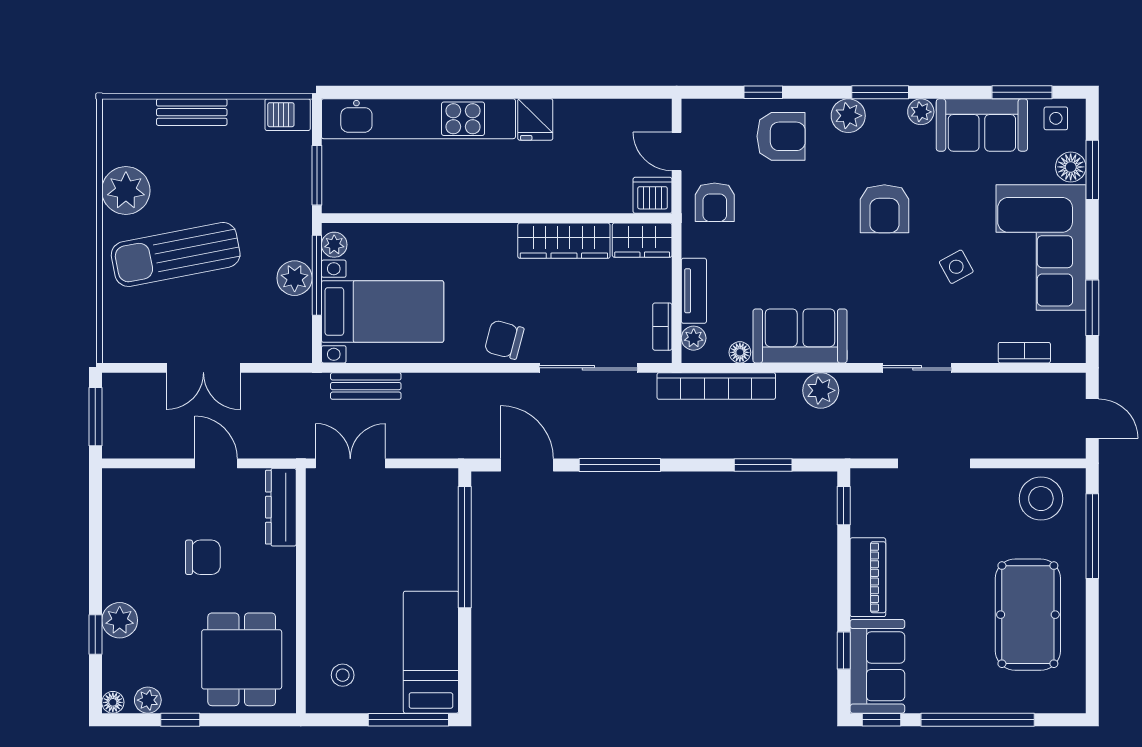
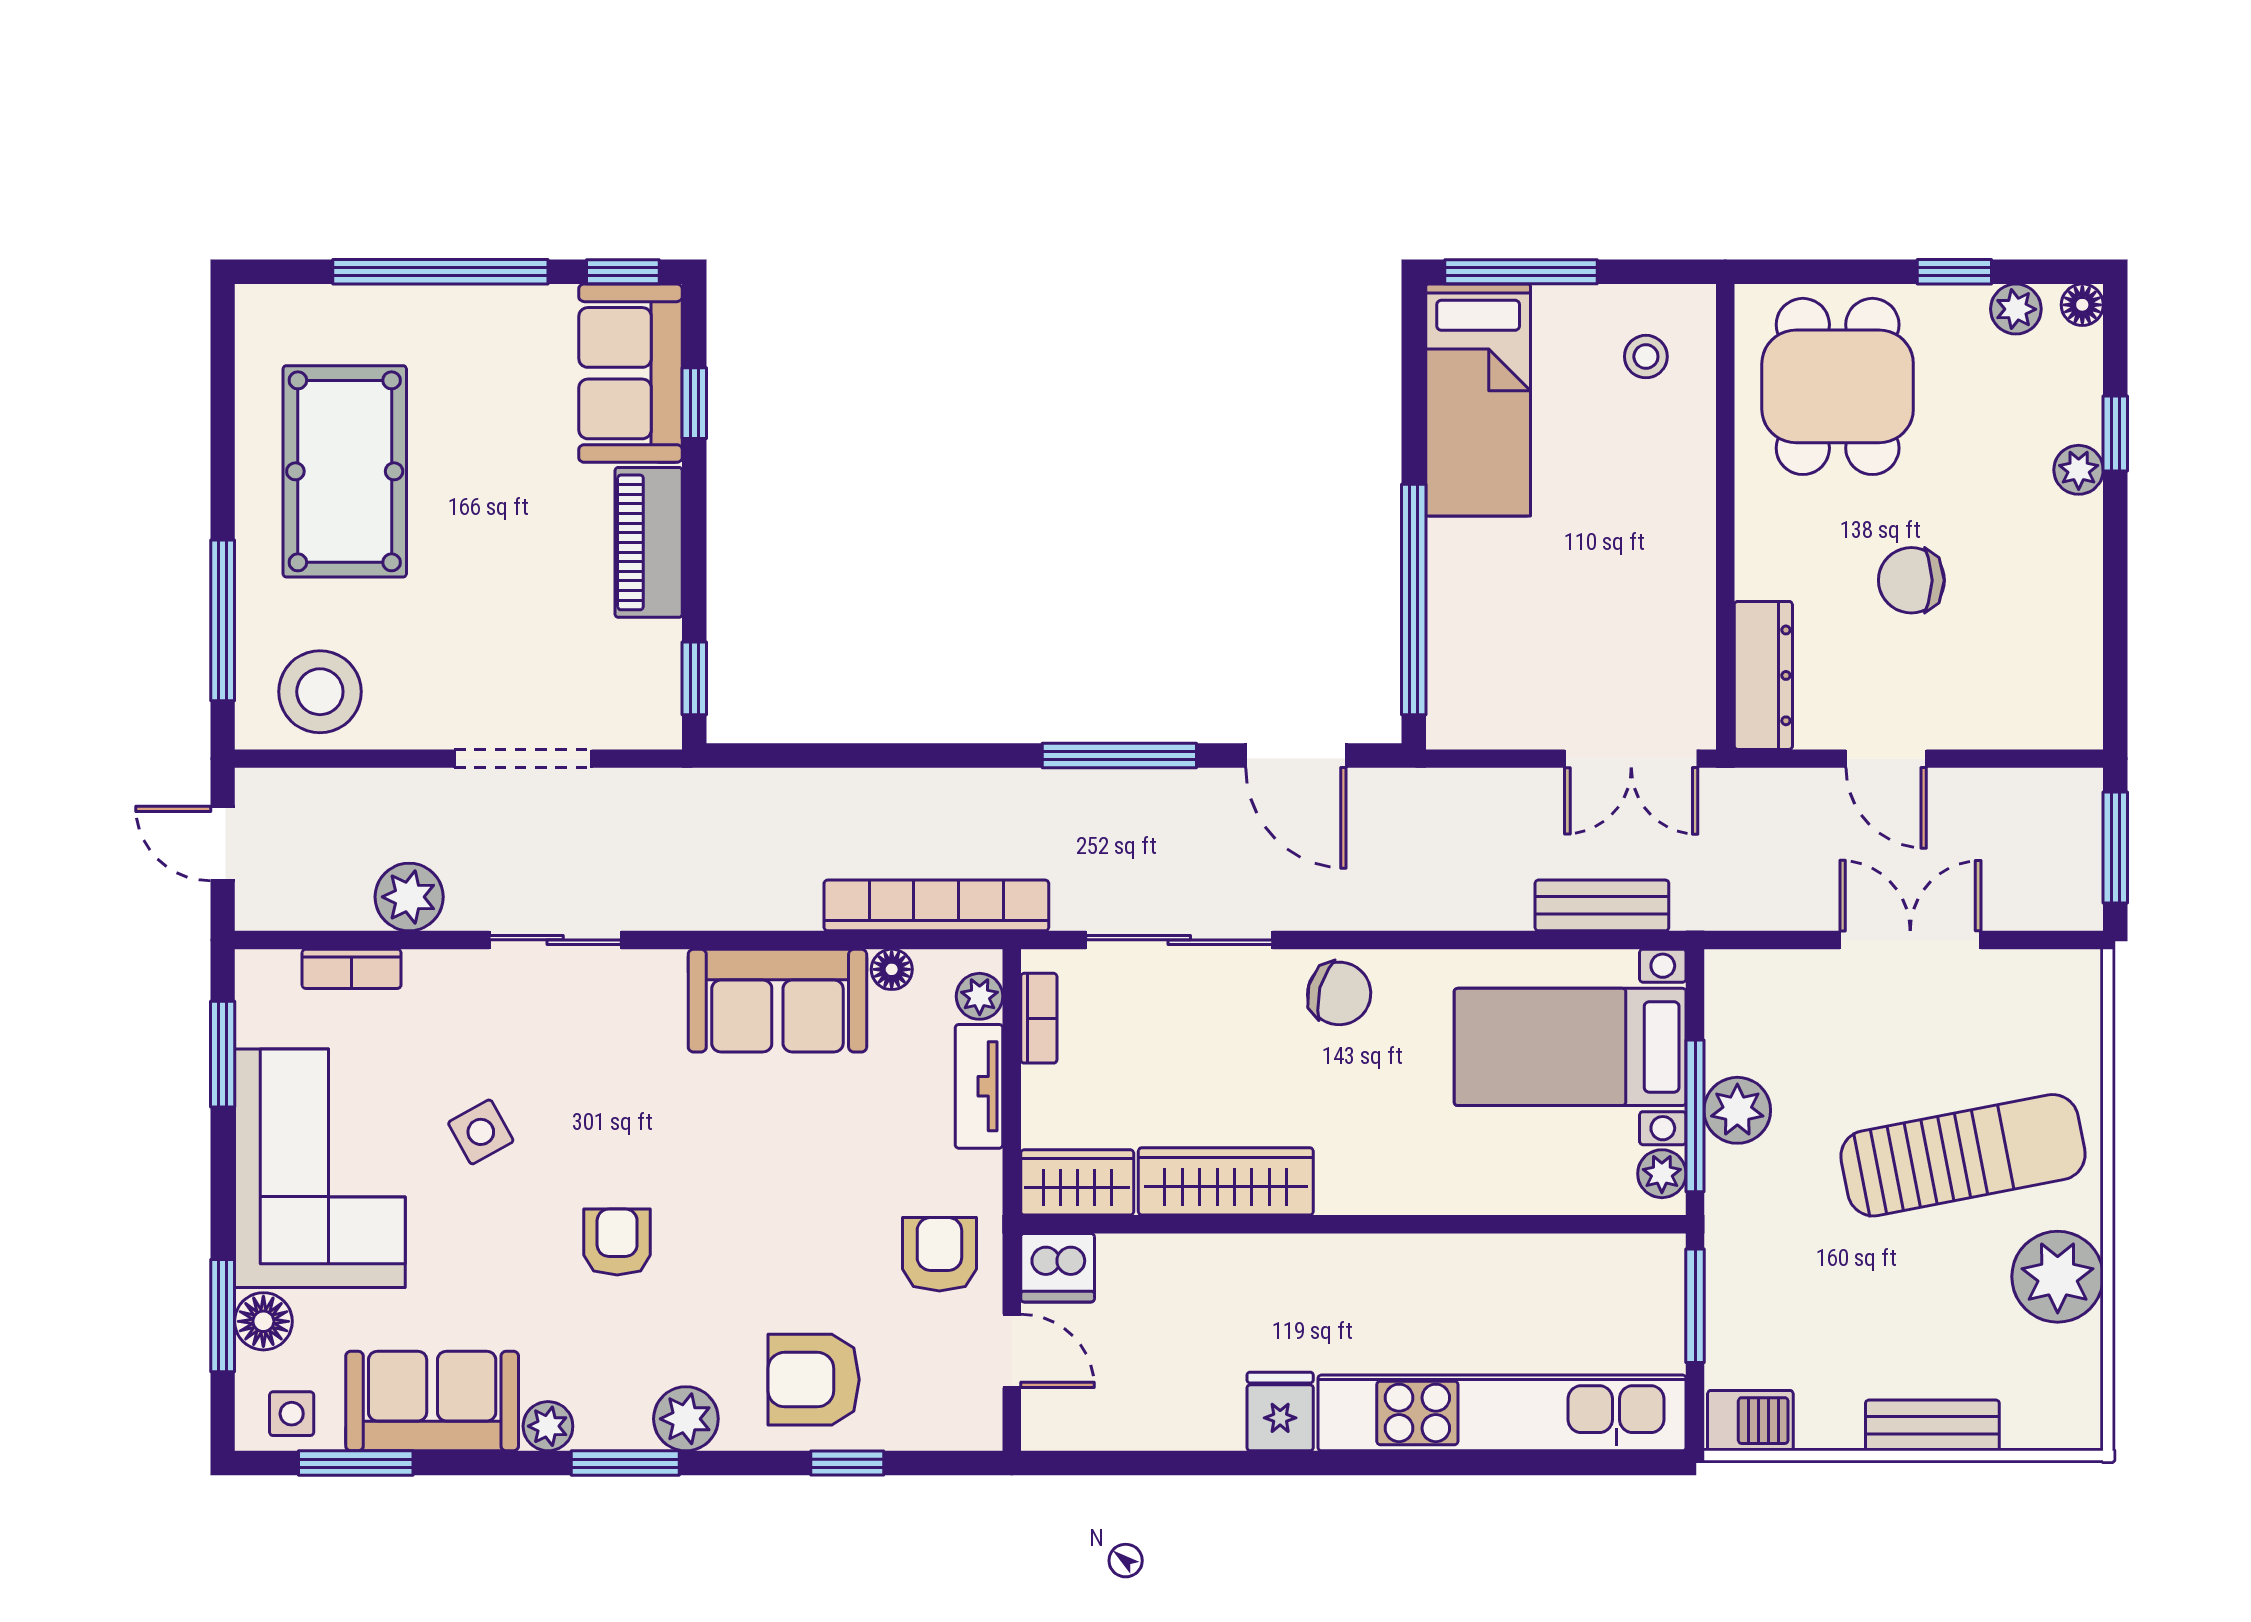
armchair: (884, 209) -> (617, 1242), width x0.72, depth x0.72
plant: (821, 390) -> (409, 897), moved
window: (763, 465) -> (848, 756), removed
plant: (120, 620) -> (2079, 470), width x0.73, depth x0.73

